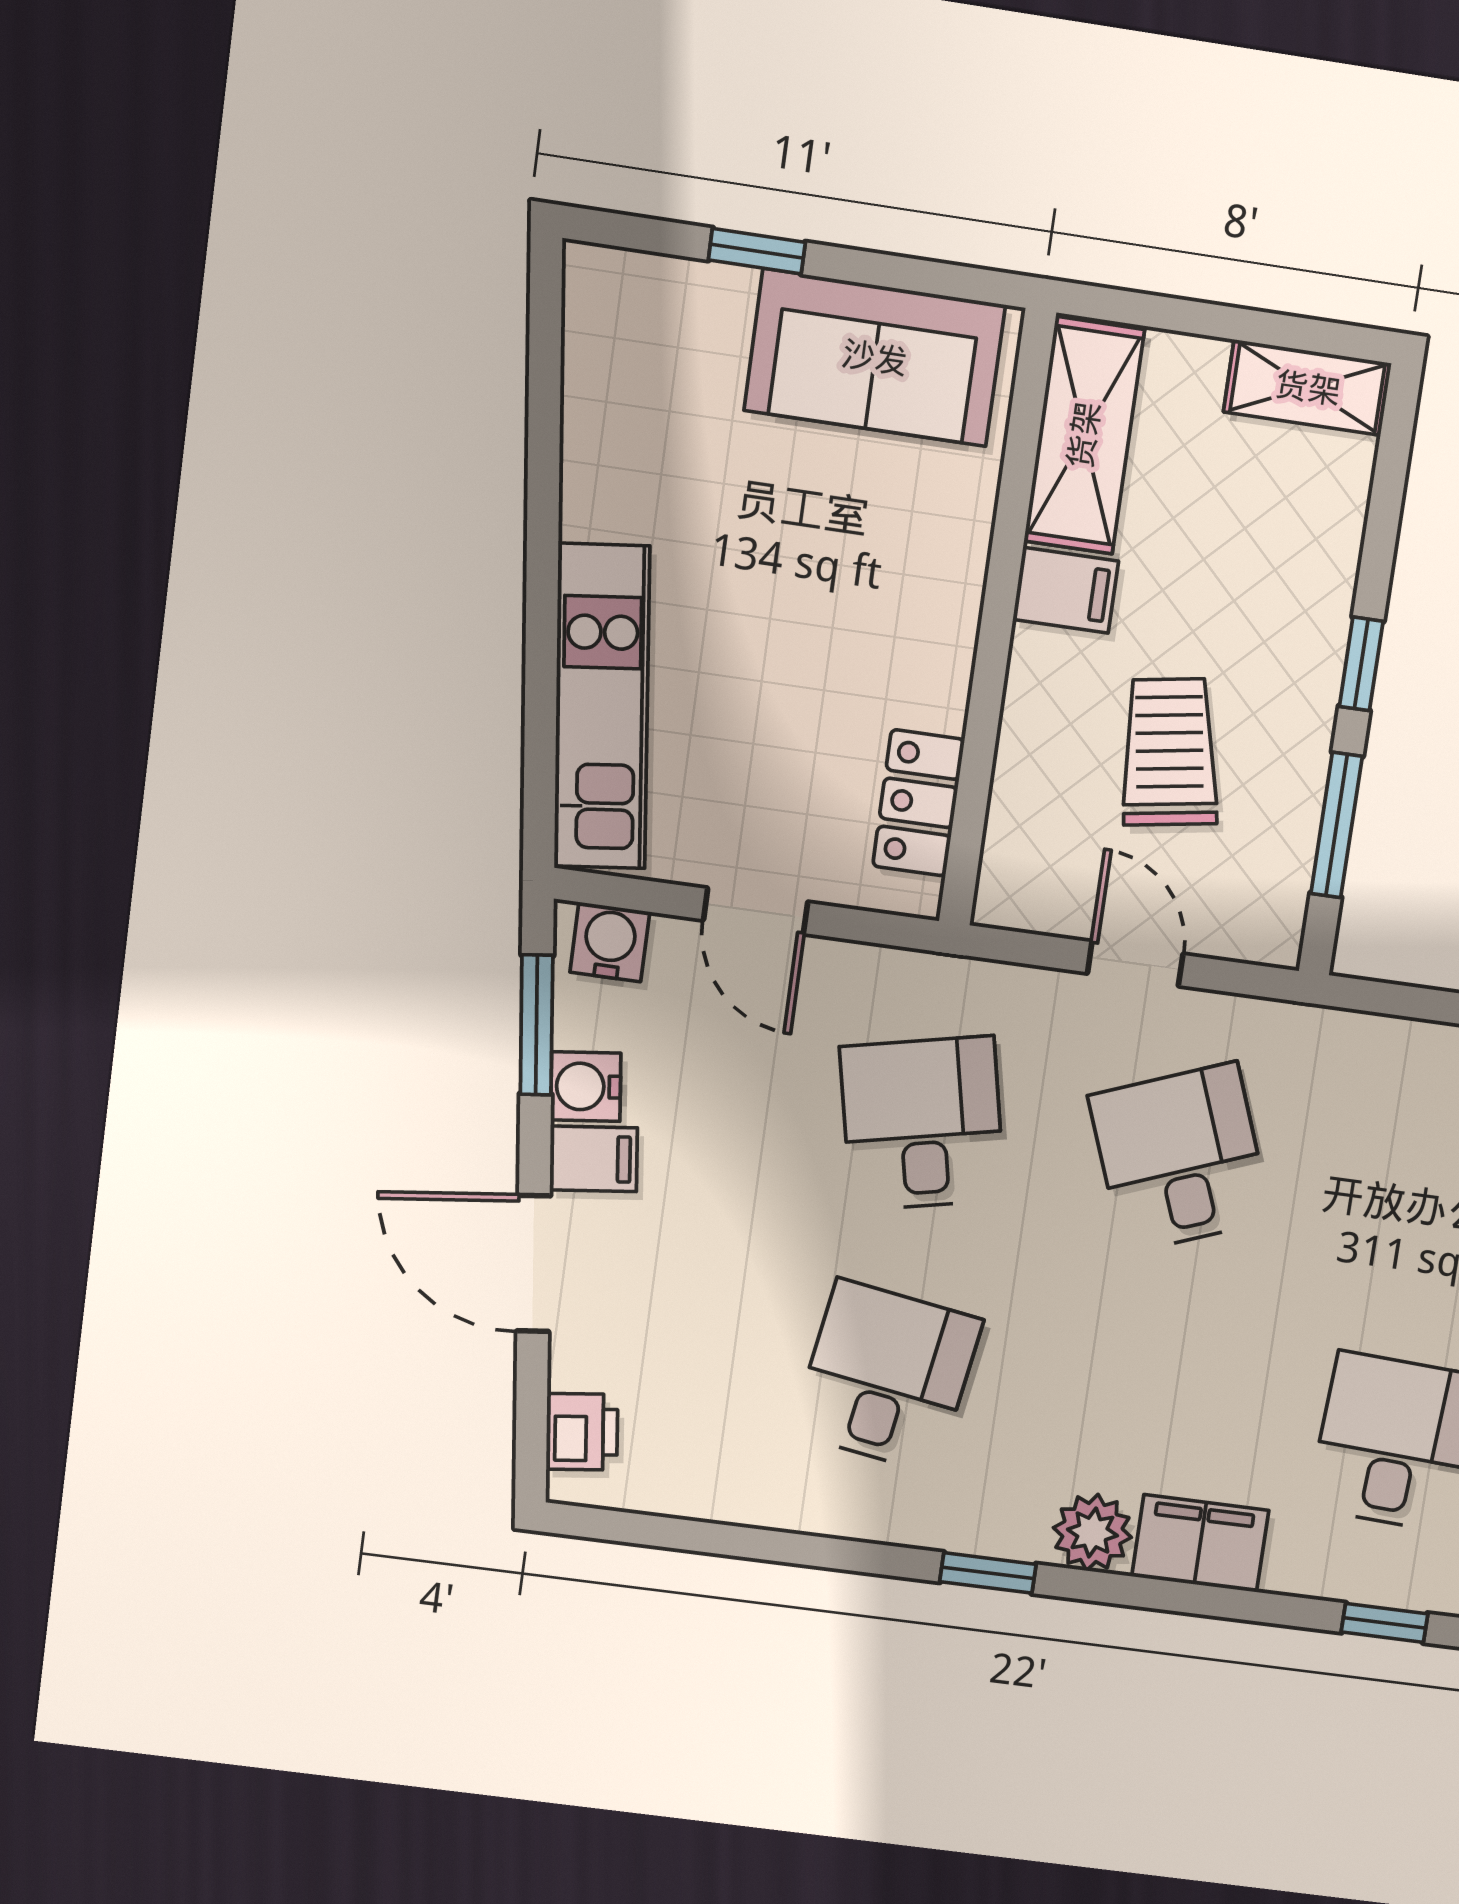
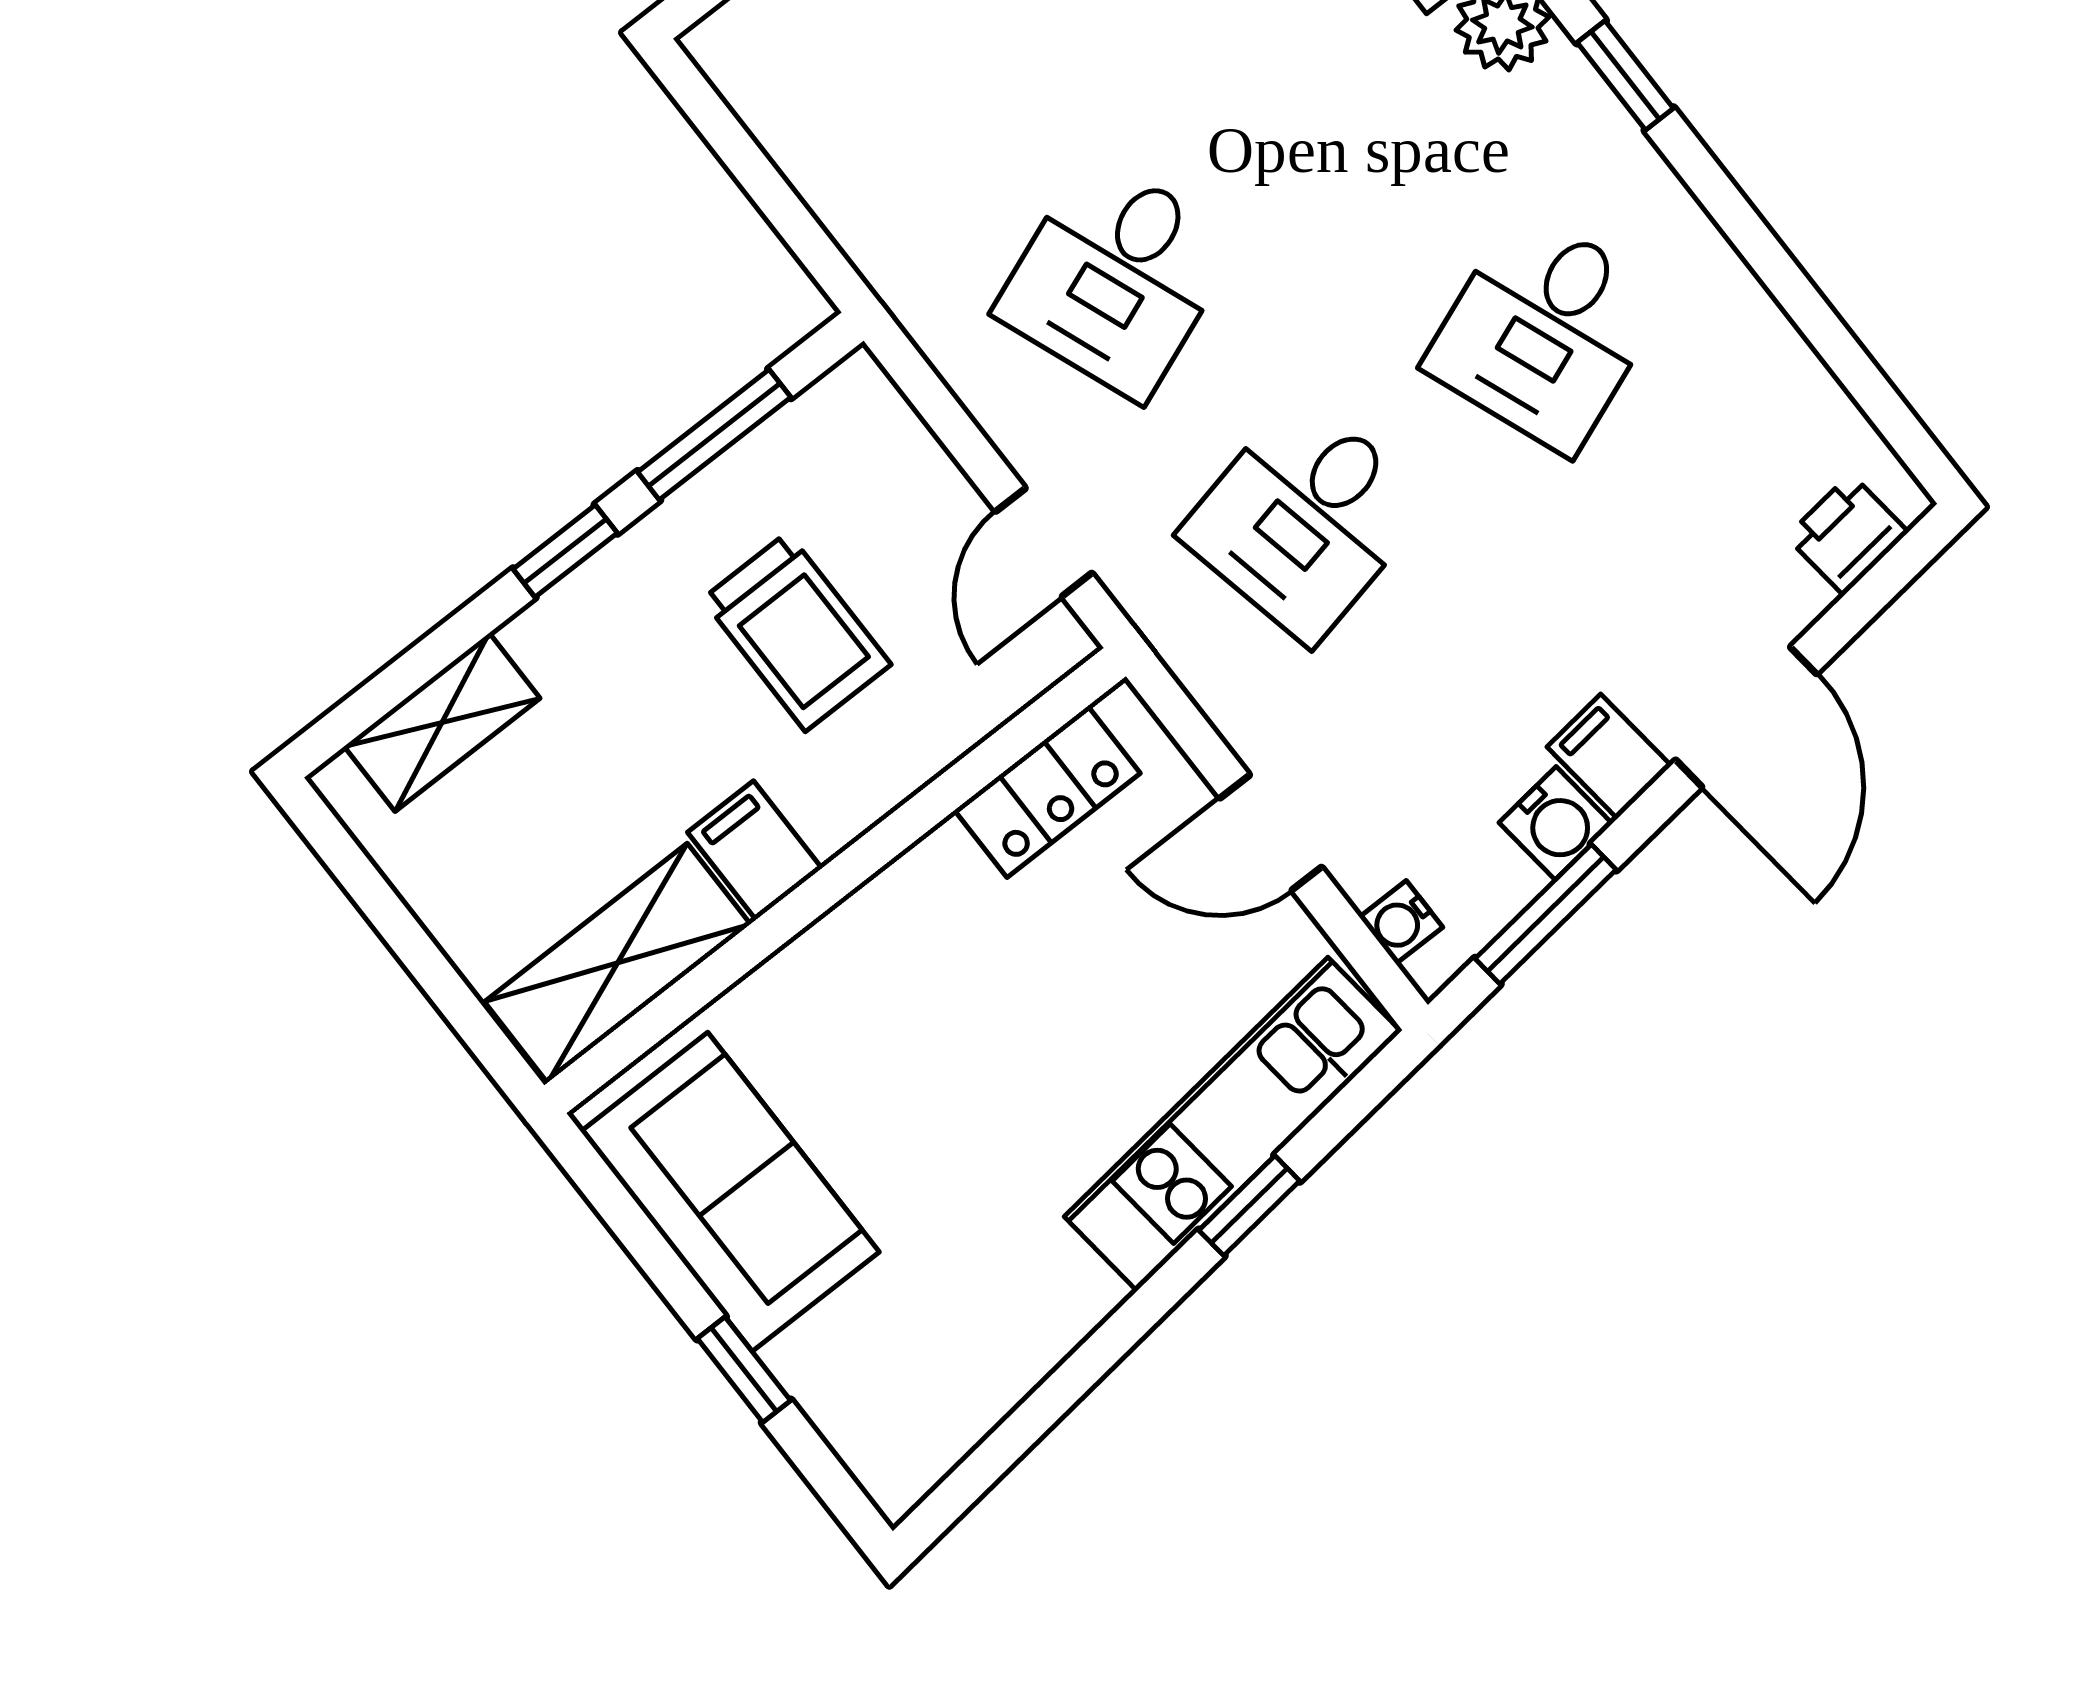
shelving: (1308, 388) -> (442, 722), moved, turned 90
window: (541, 665) -> (1249, 1206), added
trolley: (1170, 752) -> (797, 632), turned -81
door: (756, 911) -> (1271, 833), swing flipped
water cooler: (610, 942) -> (1401, 922), width x0.72, depth x0.72
door: (1135, 964) -> (1044, 542), moved
desk: (887, 1376) -> (1545, 331), turned -30

